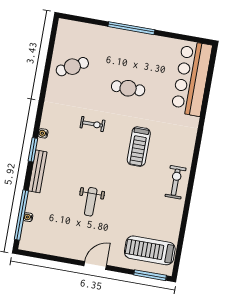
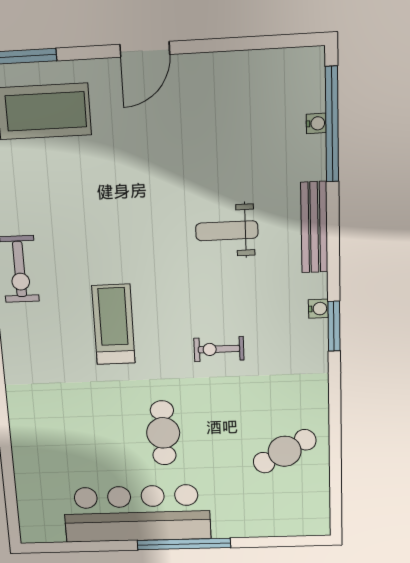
bar counter: (192, 78) -> (137, 513), moved, turned -90
cafe table: (128, 88) -> (163, 433), turned 90
window: (33, 150) -> (334, 326), moved
weight bench: (91, 202) -> (227, 231), moved, turned -90

